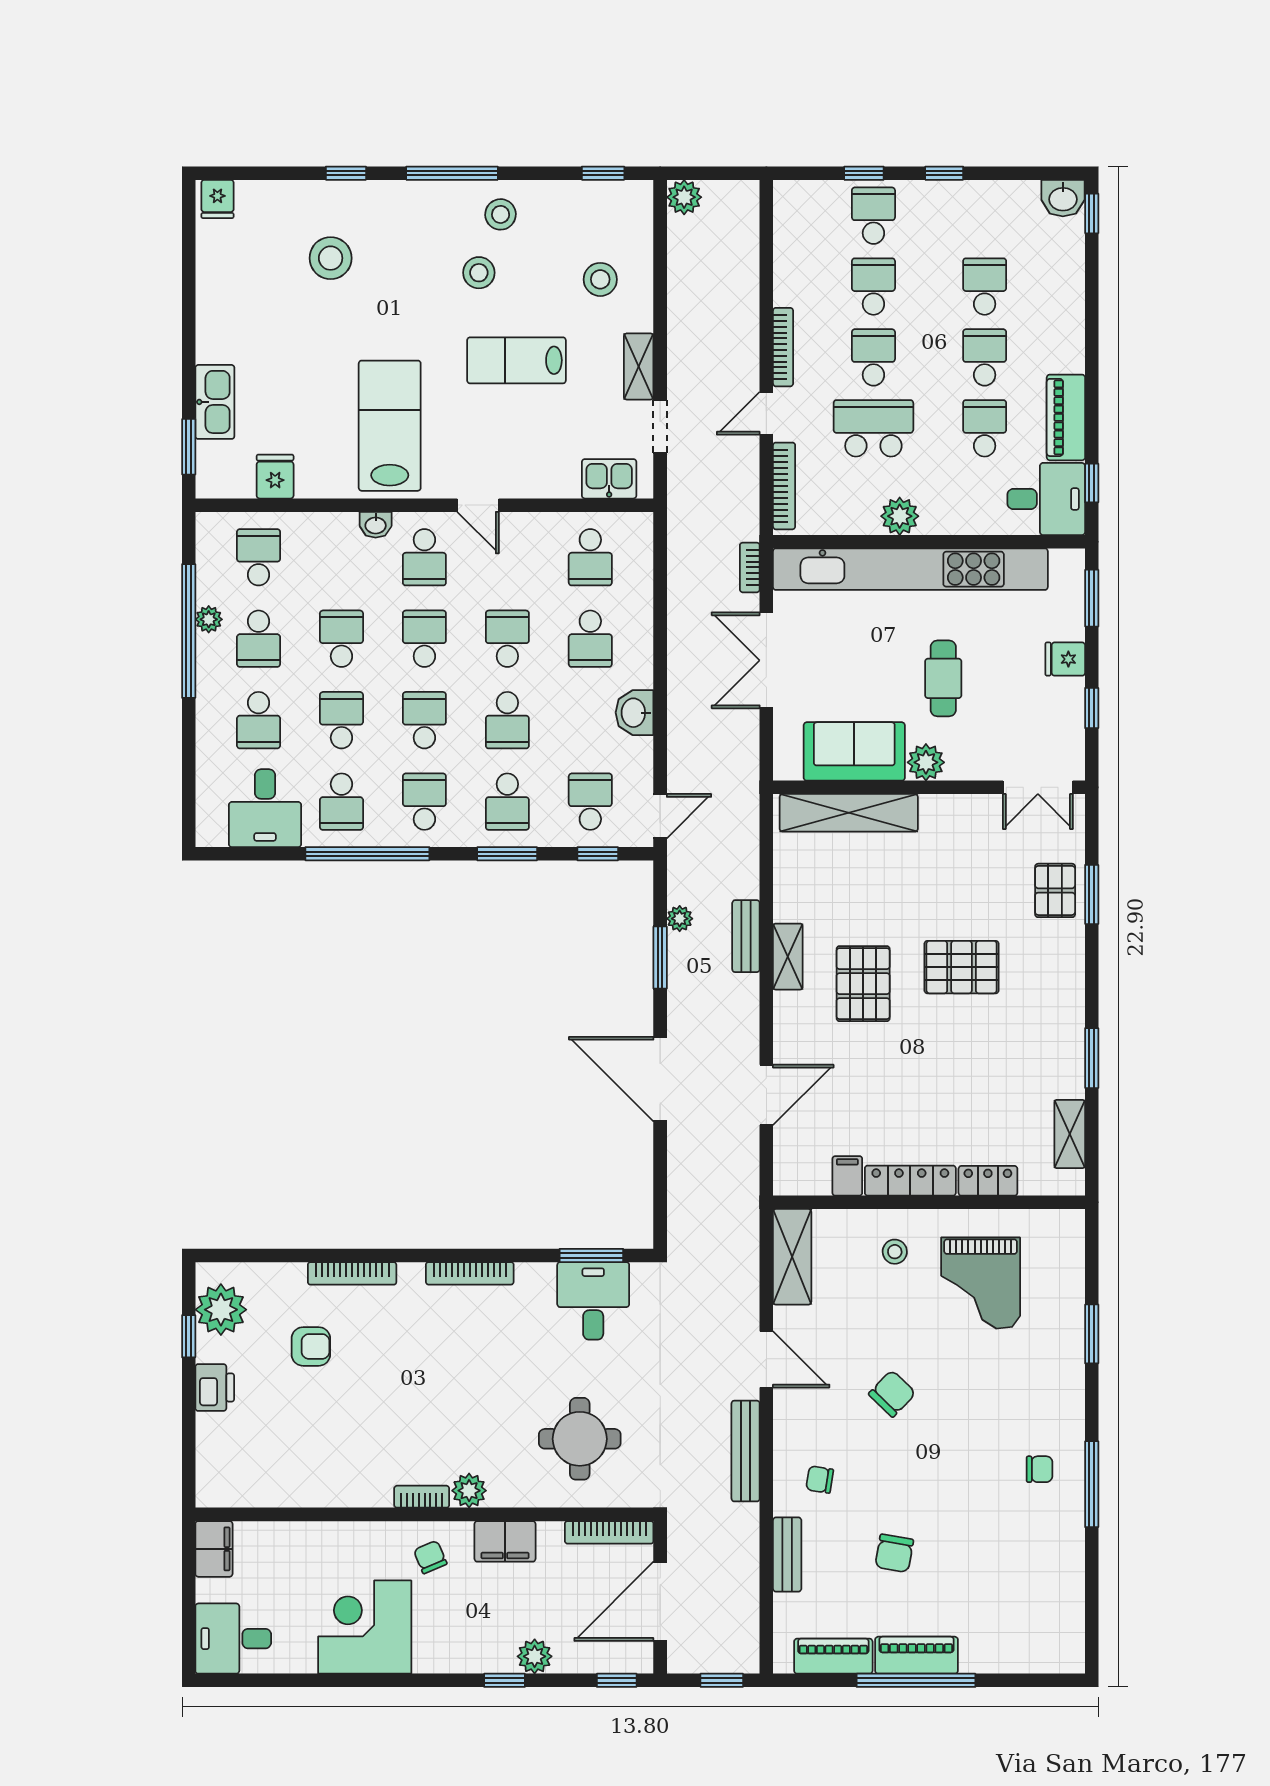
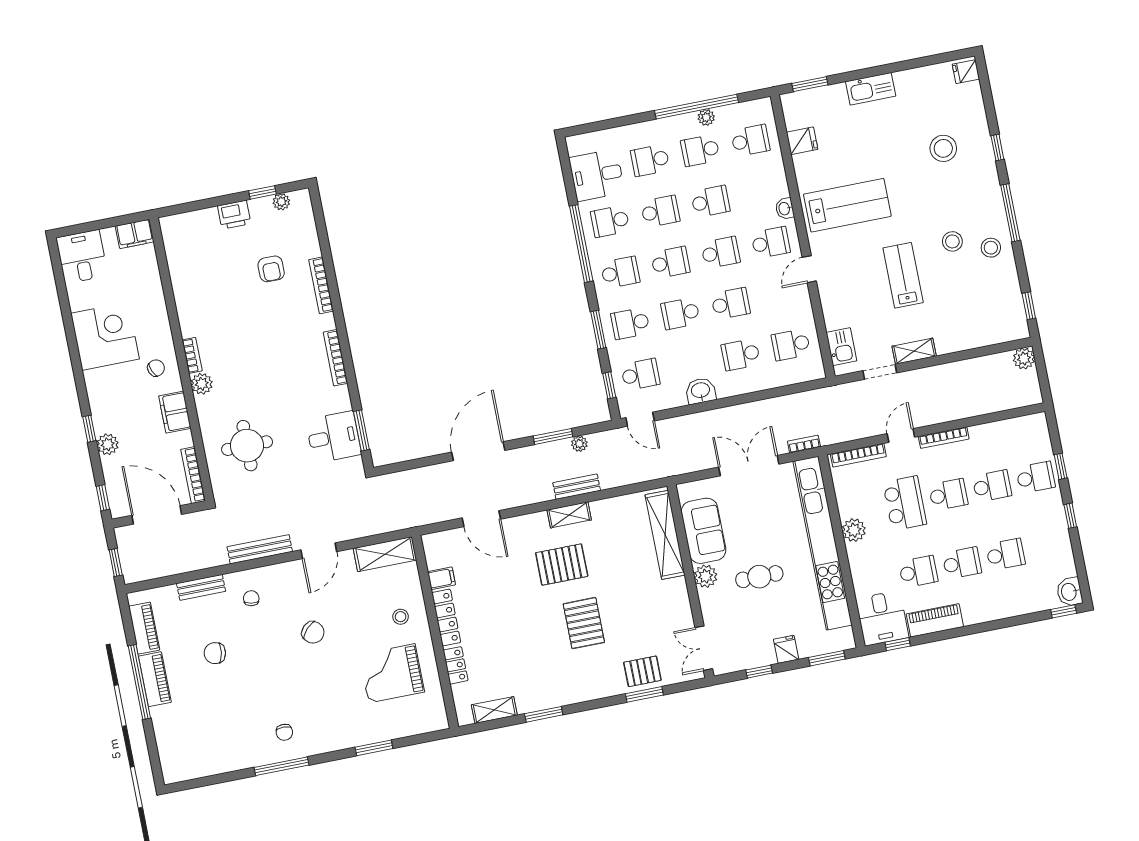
stool: (600, 279) -> (963, 317), removed
kitchen sink: (215, 402) -> (871, 89), moved
door: (766, 413) -> (901, 435), hinge flipped
school desk: (424, 557) -> (771, 243), turned 180
plant: (221, 1310) -> (281, 202), width x0.53, depth x0.53

